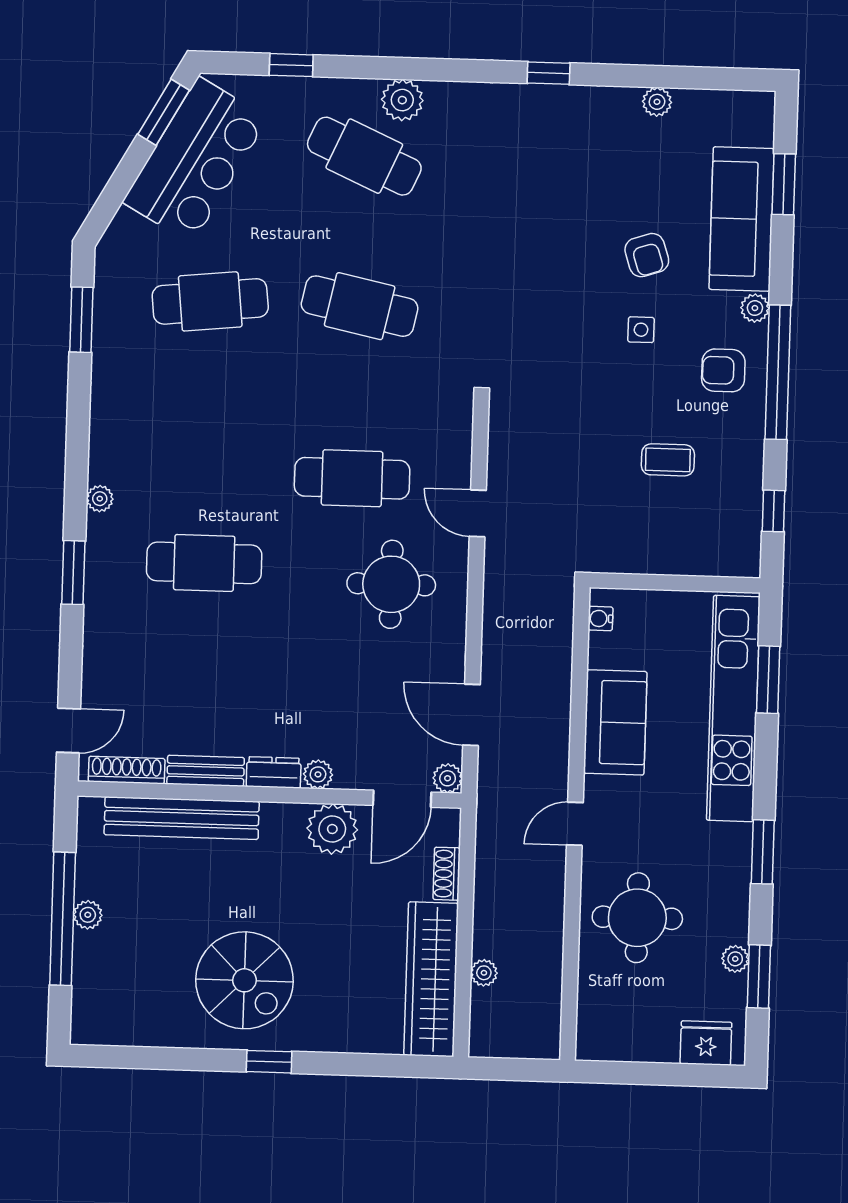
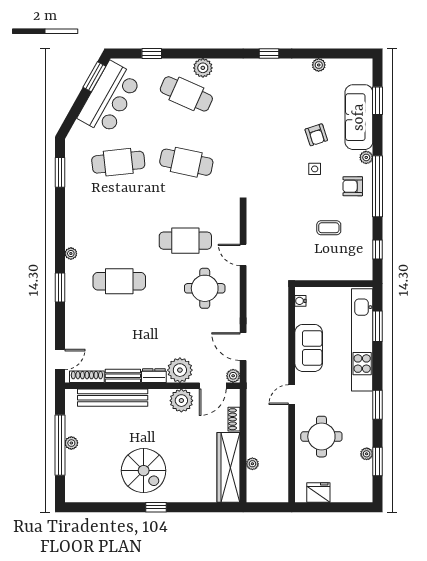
plant: (318, 774) -> (180, 370), width x1.88, depth x1.88
fridge: (706, 1043) -> (318, 493), moved

